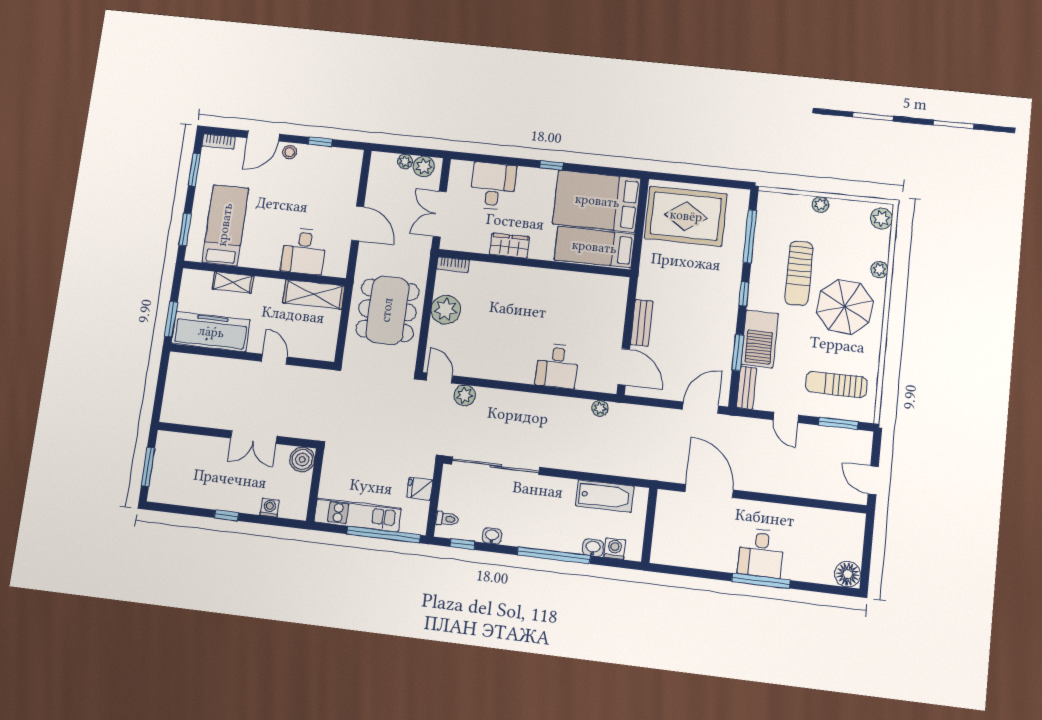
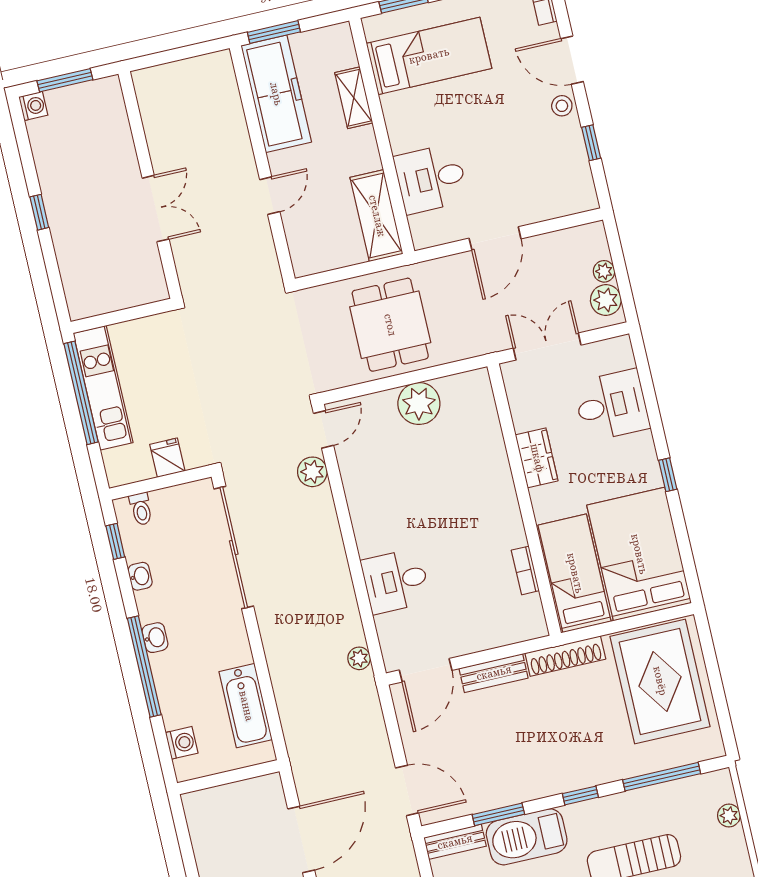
plant: (821, 205) -> (729, 815), moved
bookcase: (453, 265) -> (525, 570), moved
shoe rack: (647, 272) -> (565, 656), added
dining table: (387, 310) -> (390, 325), width x0.73
double door: (254, 437) -> (156, 209), swing flipped
boiler: (302, 459) -> (149, 286), removed
washing machine: (270, 508) -> (33, 106), moved
window: (384, 535) -> (81, 393), moved
washbasin: (593, 548) -> (155, 638), moved

